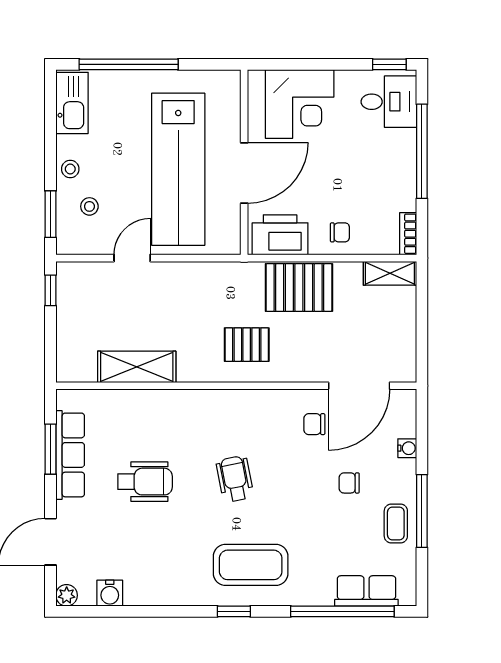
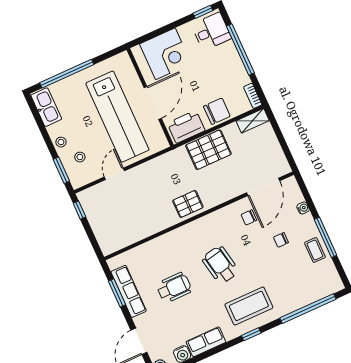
chair: (340, 232) -> (217, 111), width x1.87, depth x1.87
pallet: (247, 345) -> (188, 204), moved
shelving: (137, 367) -> (143, 230), removed
wheelchair: (235, 479) -> (220, 265), width x1.36, depth x1.37
row of seats: (366, 591) -> (206, 342), moved

